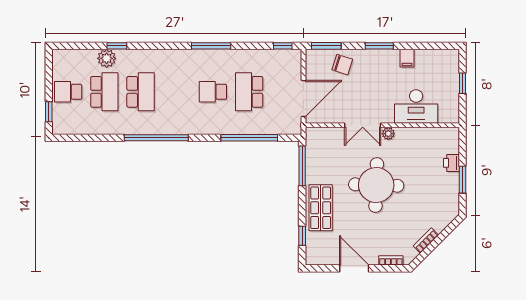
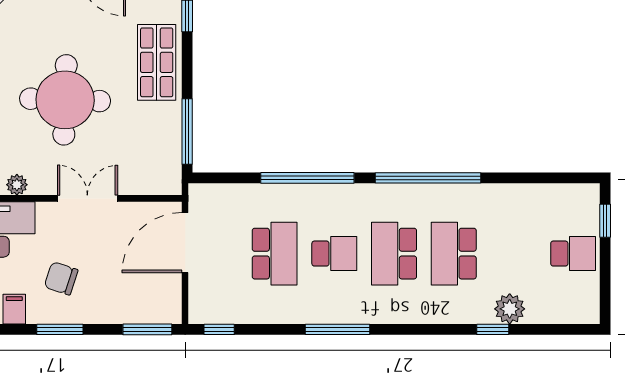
chair: (342, 65) -> (61, 278), moved
school desk: (104, 92) -> (394, 254), moved
plant: (388, 134) -> (17, 185), moved
window: (249, 138) -> (307, 178), moved

